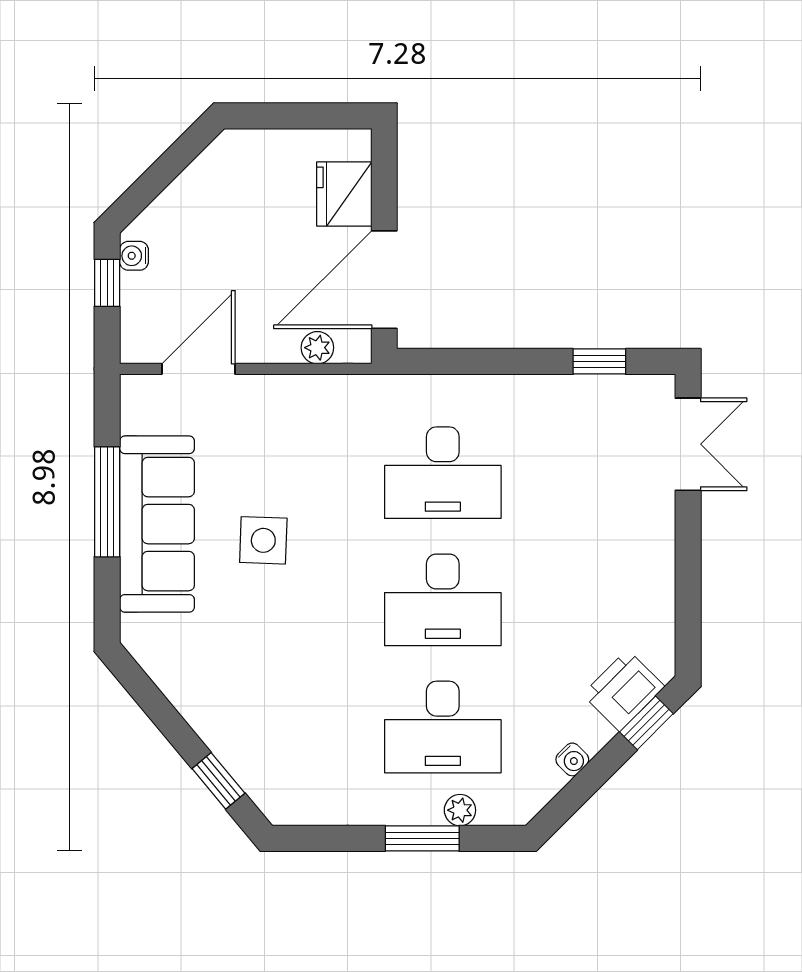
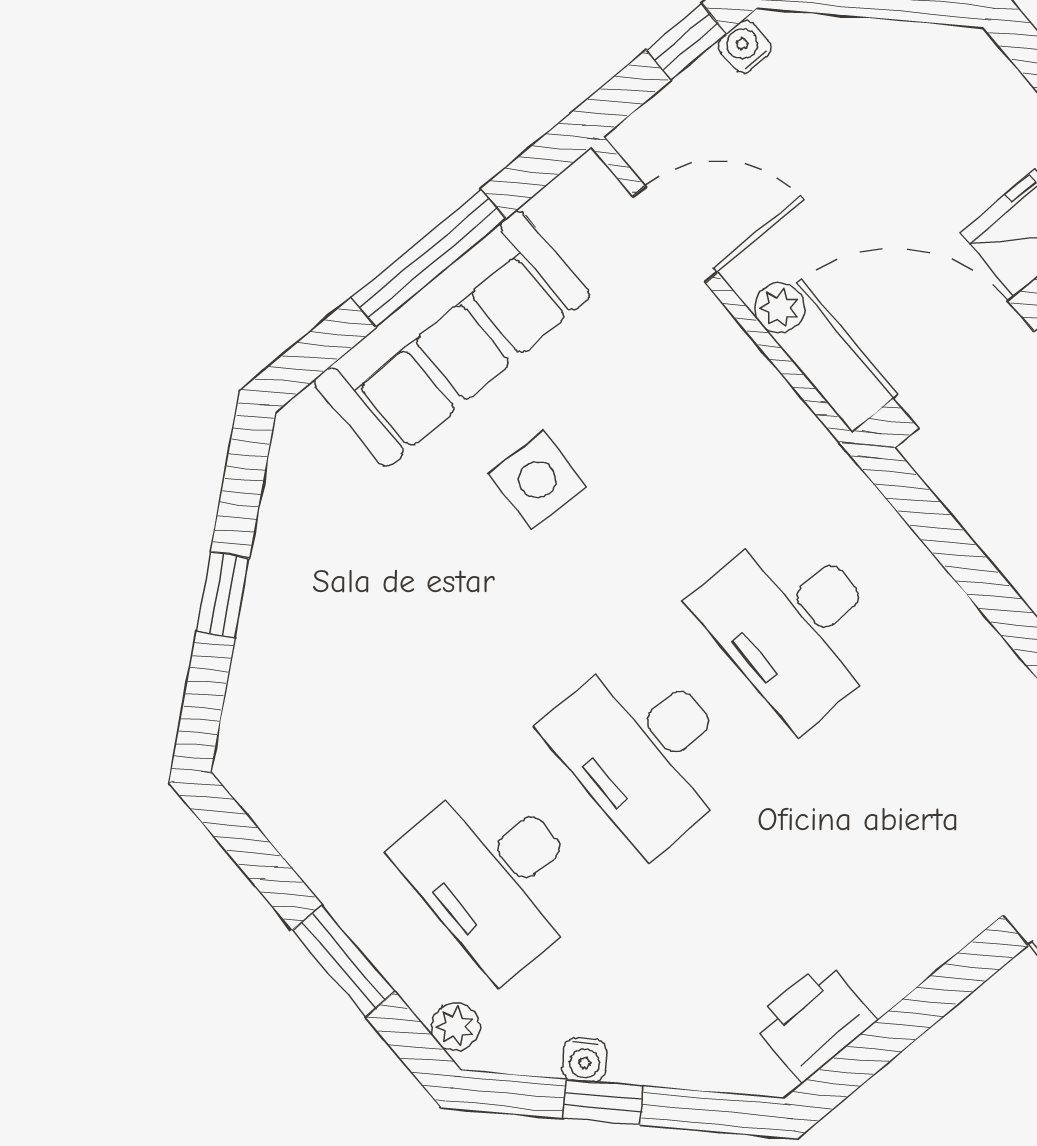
plant: (317, 348) -> (779, 308), moved
printer: (623, 690) -> (814, 1021), moved, turned -45
window: (646, 723) -> (603, 1102), moved
window: (218, 781) -> (223, 595), moved
plant: (460, 810) -> (455, 1027), moved

